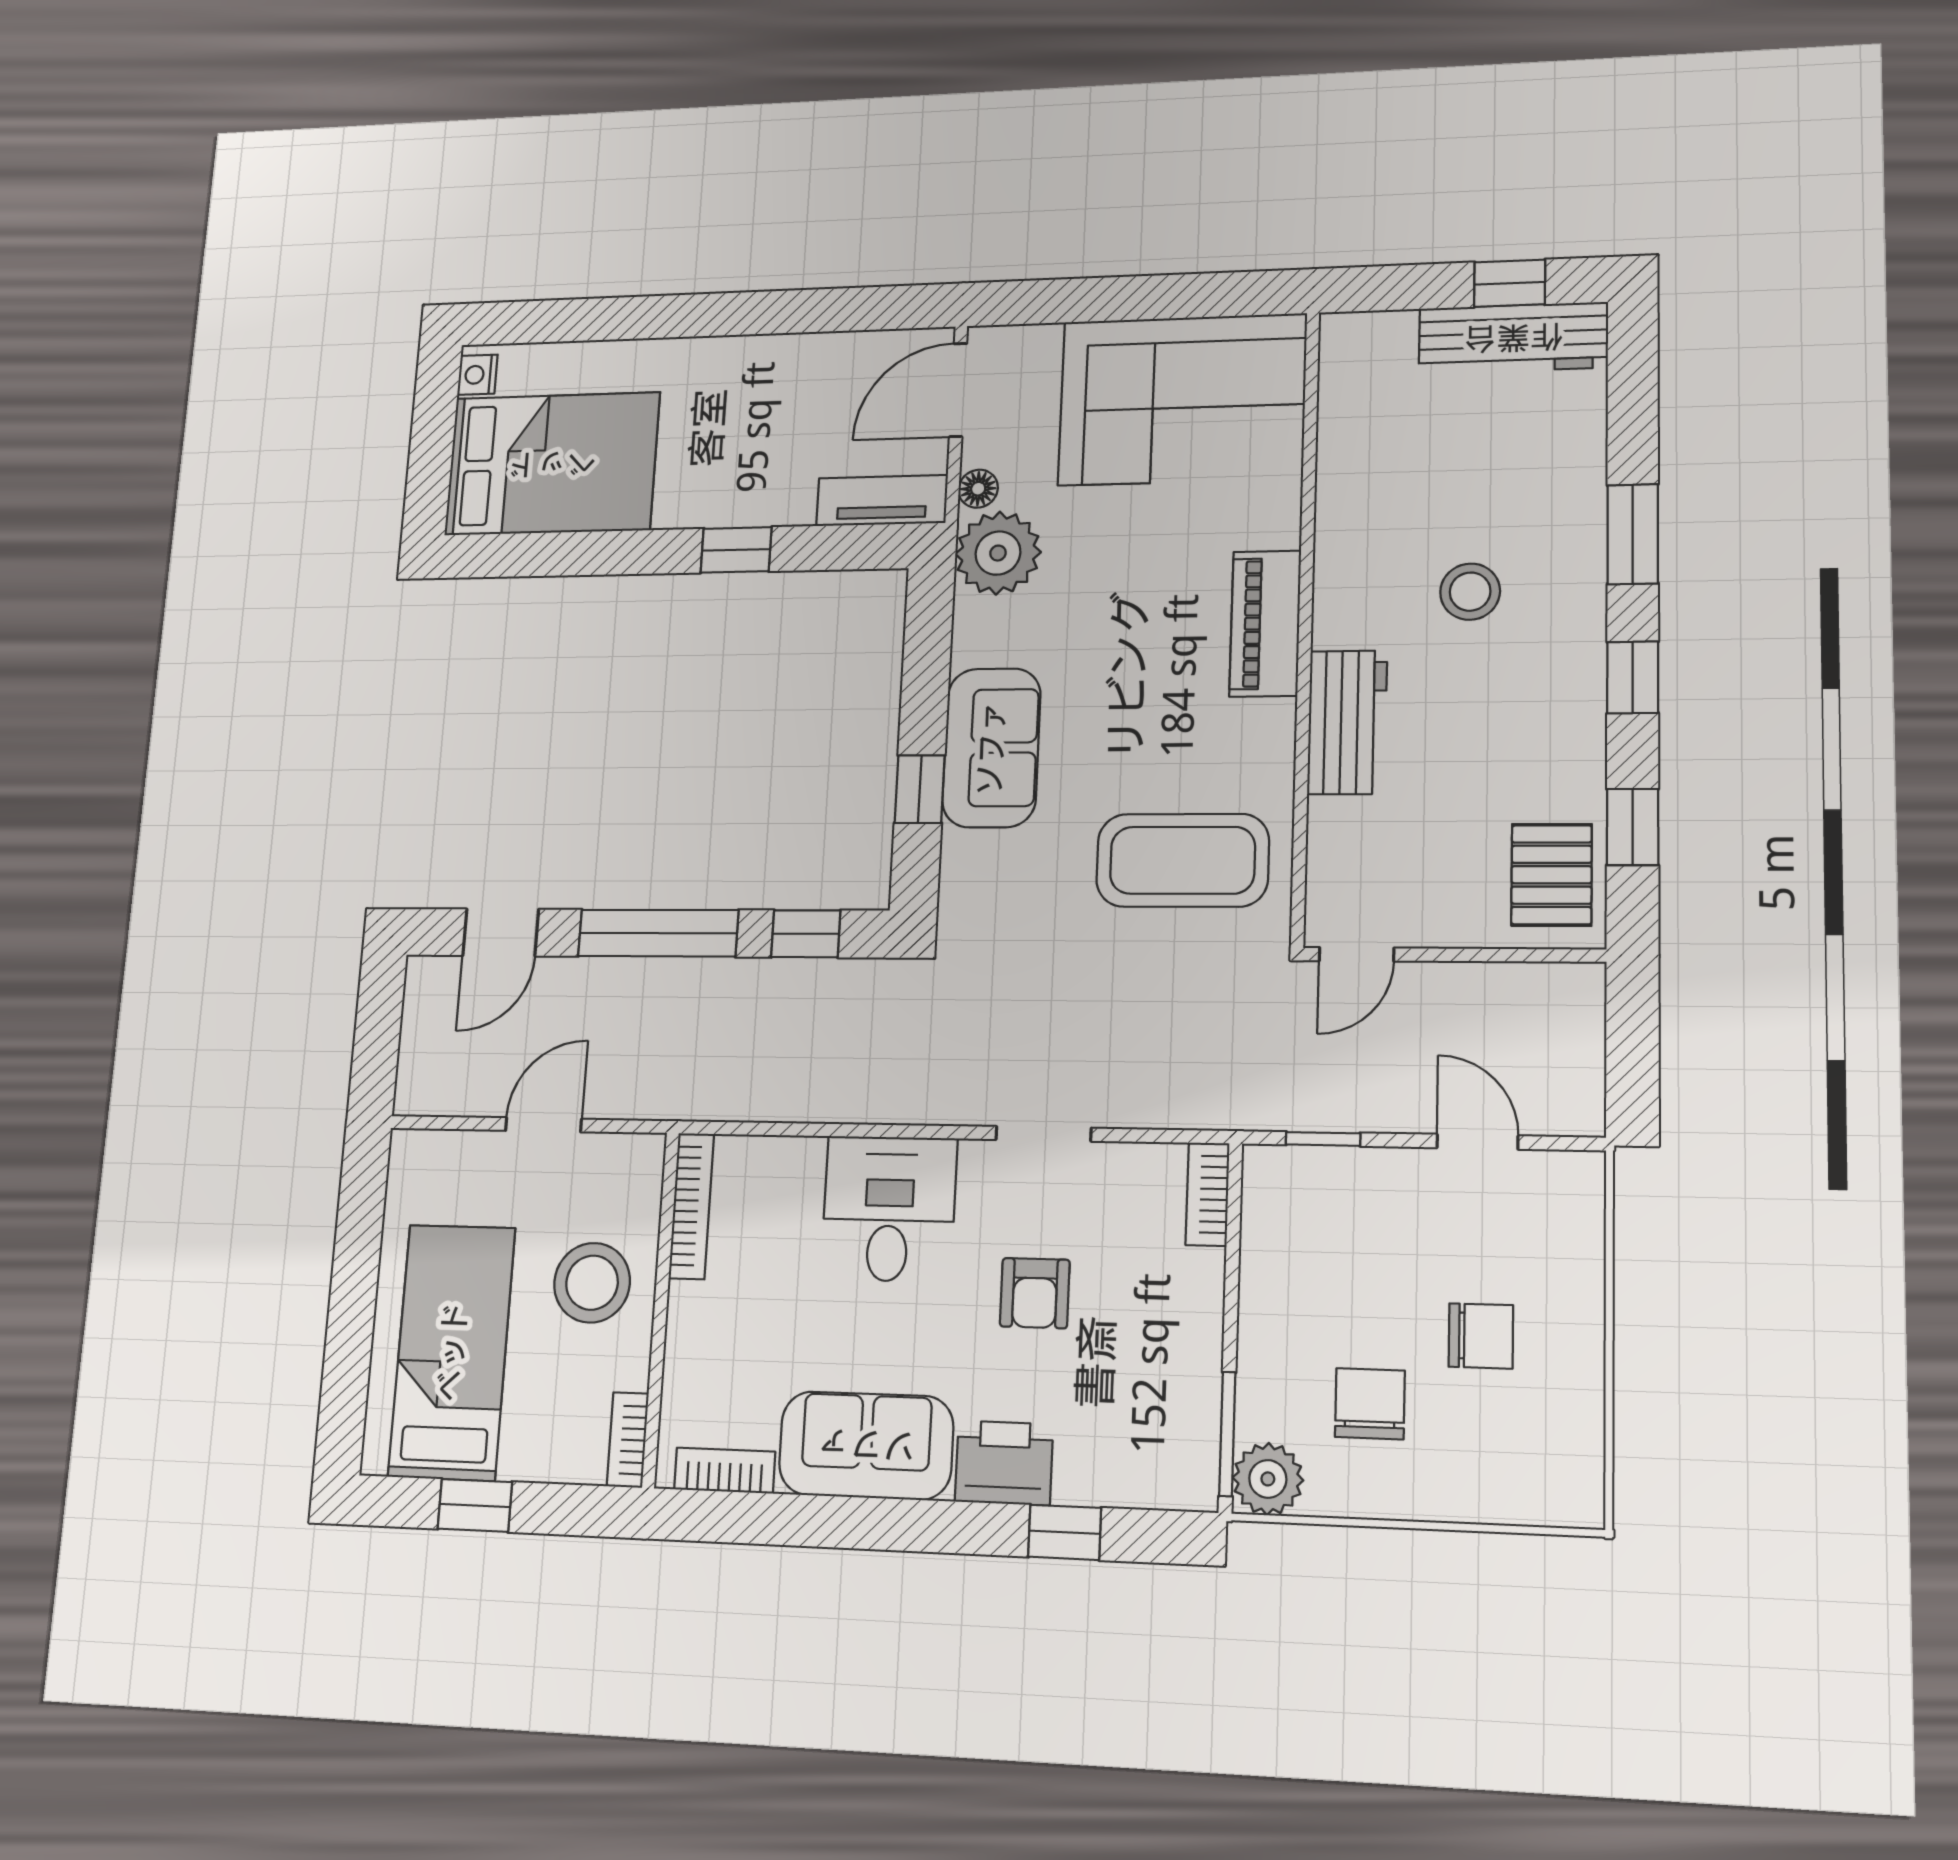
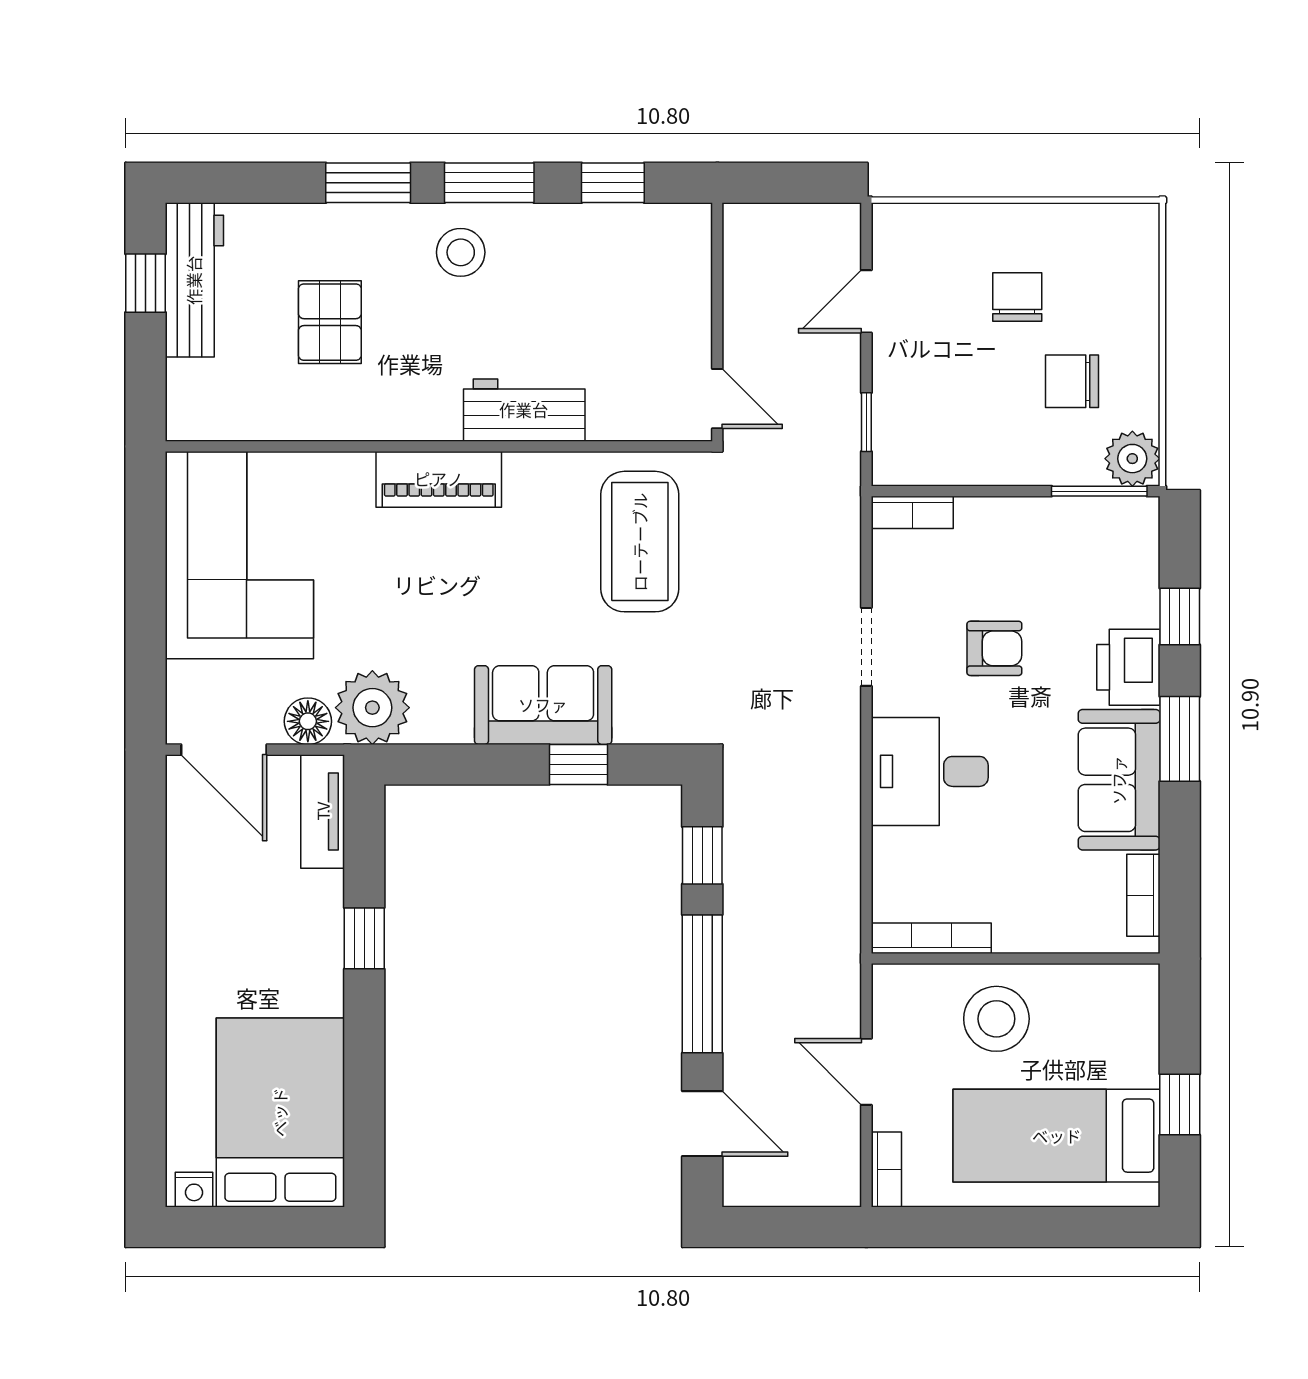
floor lamp: (978, 489) -> (308, 721), width x1.37, depth x1.37
stool: (1470, 592) -> (461, 252), moved
window: (1633, 677) -> (489, 183), width x1.50
pallet: (1551, 875) -> (330, 322), moved, turned 90
bookcase: (628, 1440) -> (886, 1170), moved, turned -90
window: (912, 1525) -> (1180, 739), added

